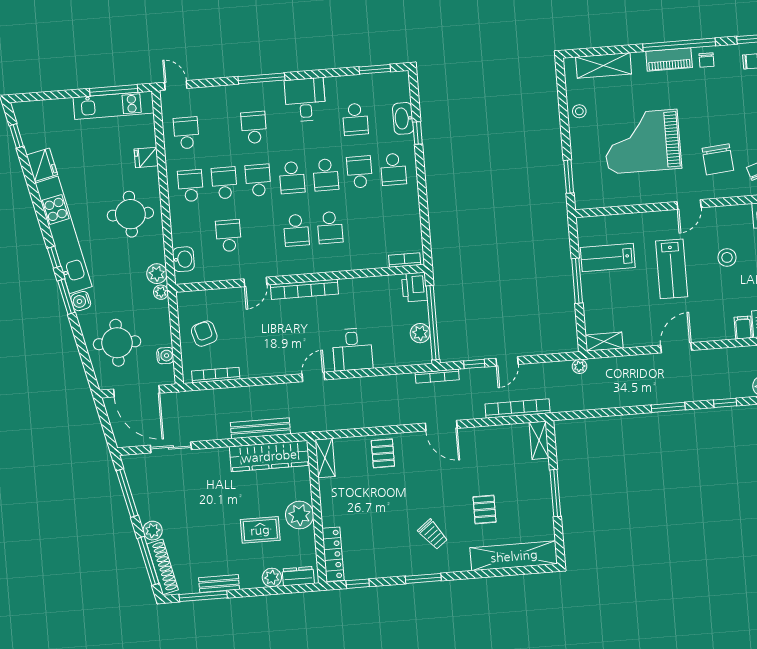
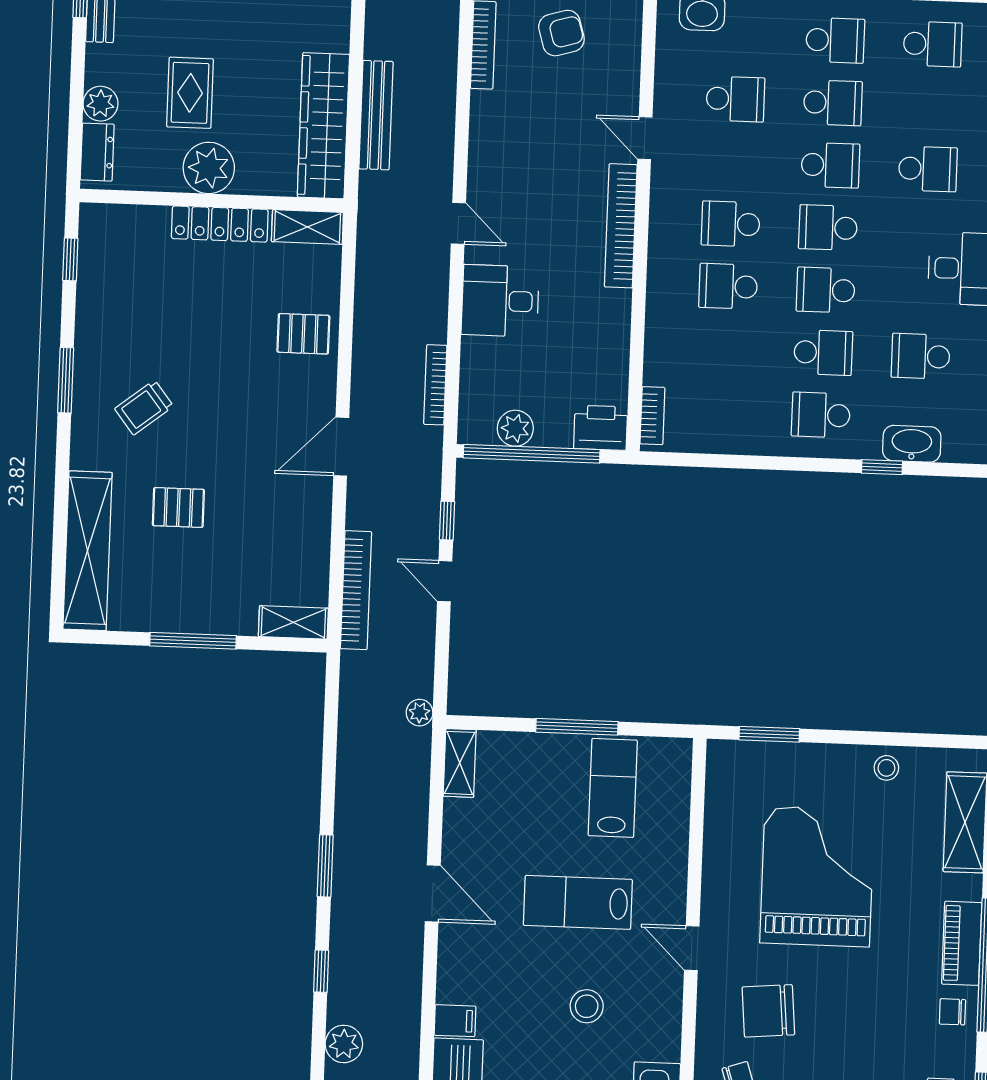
bookcase: (437, 376) -> (435, 385), moved
locker: (333, 554) -> (220, 224), moved

